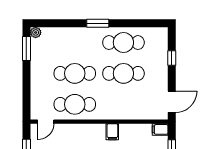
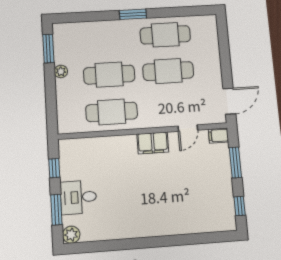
plant: (36, 32) -> (61, 71), moved
window: (172, 58) -> (224, 50), removed
door: (46, 122) -> (188, 128), moved
filing cabinet: (112, 132) -> (153, 143), width x2.00

